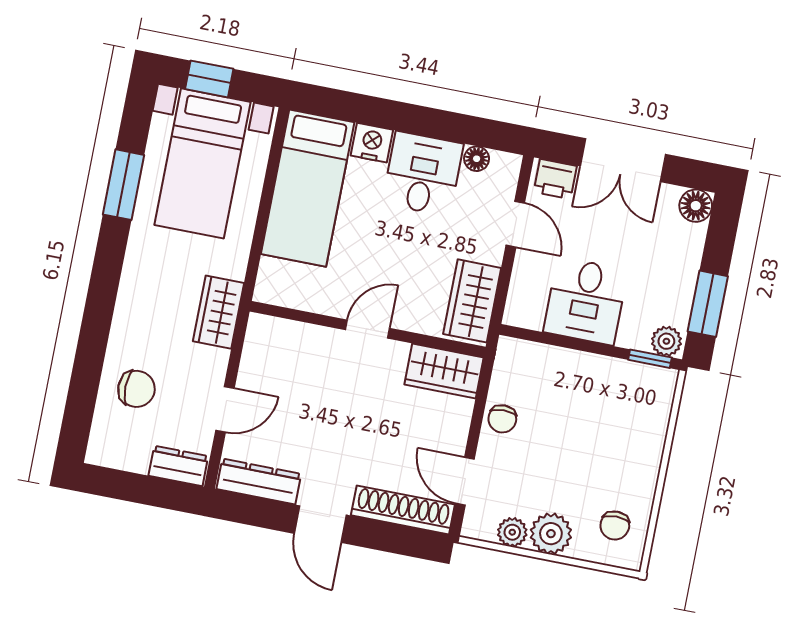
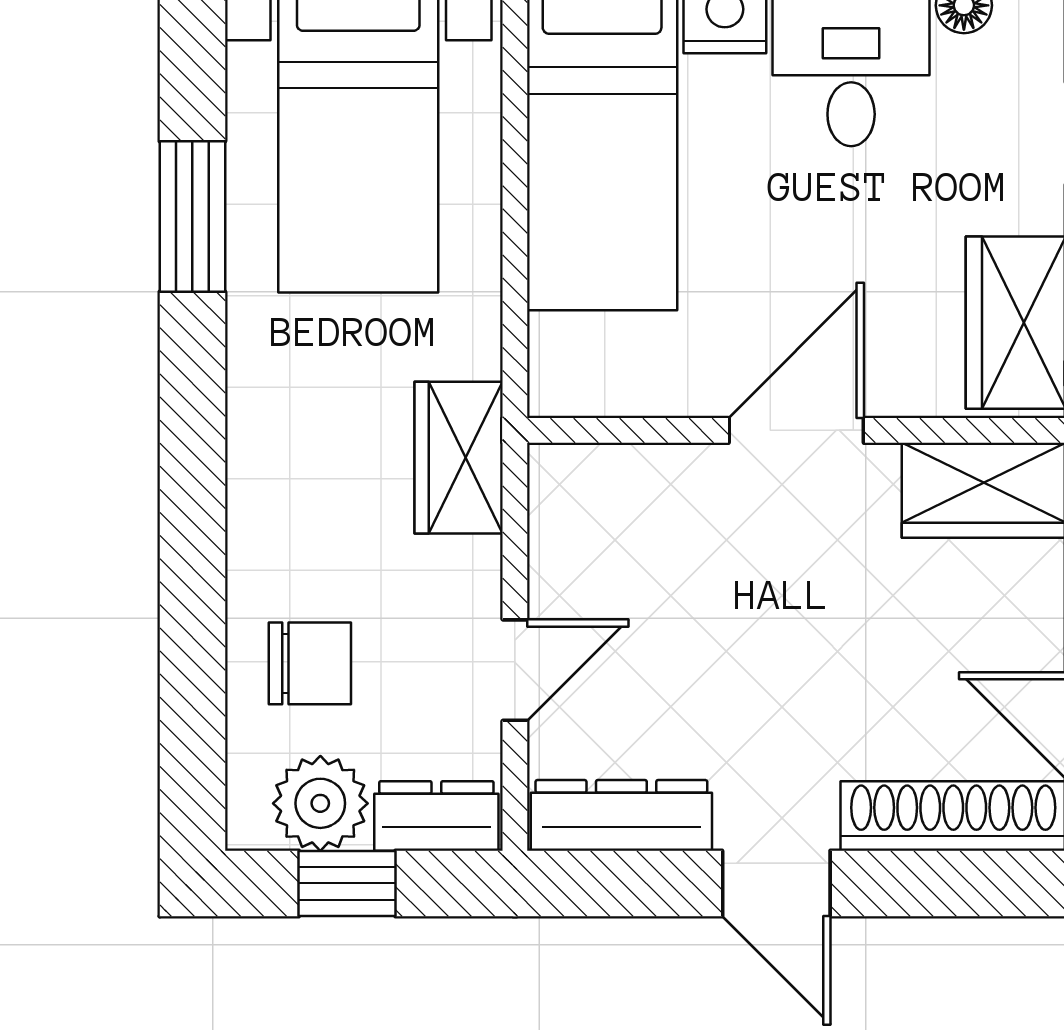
door: (368, 329) -> (796, 430), width x1.38
plant: (129, 451) -> (320, 803), added
window: (134, 488) -> (347, 883), added

